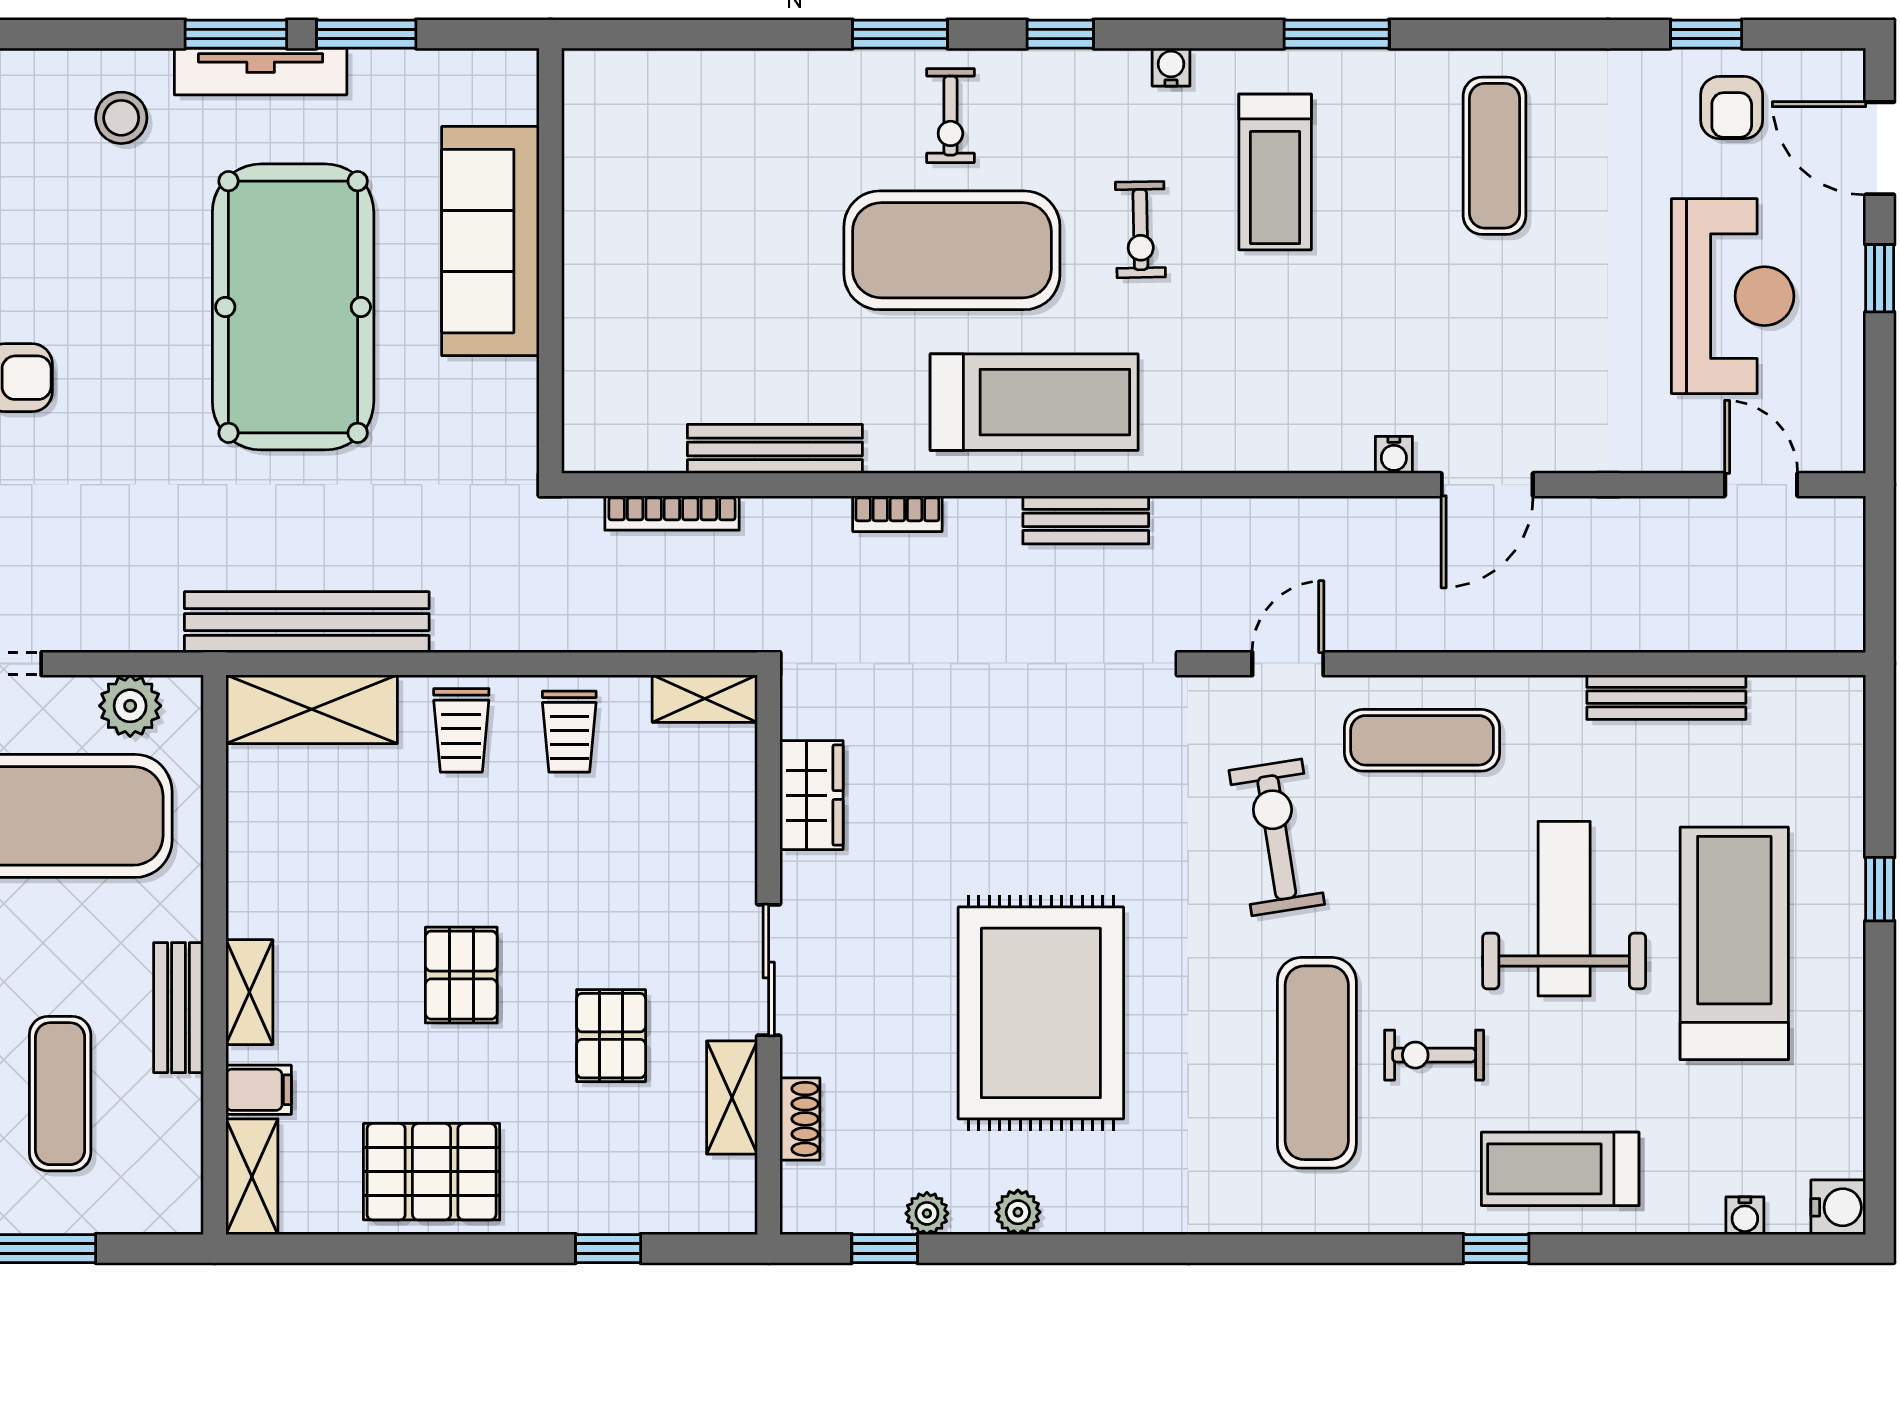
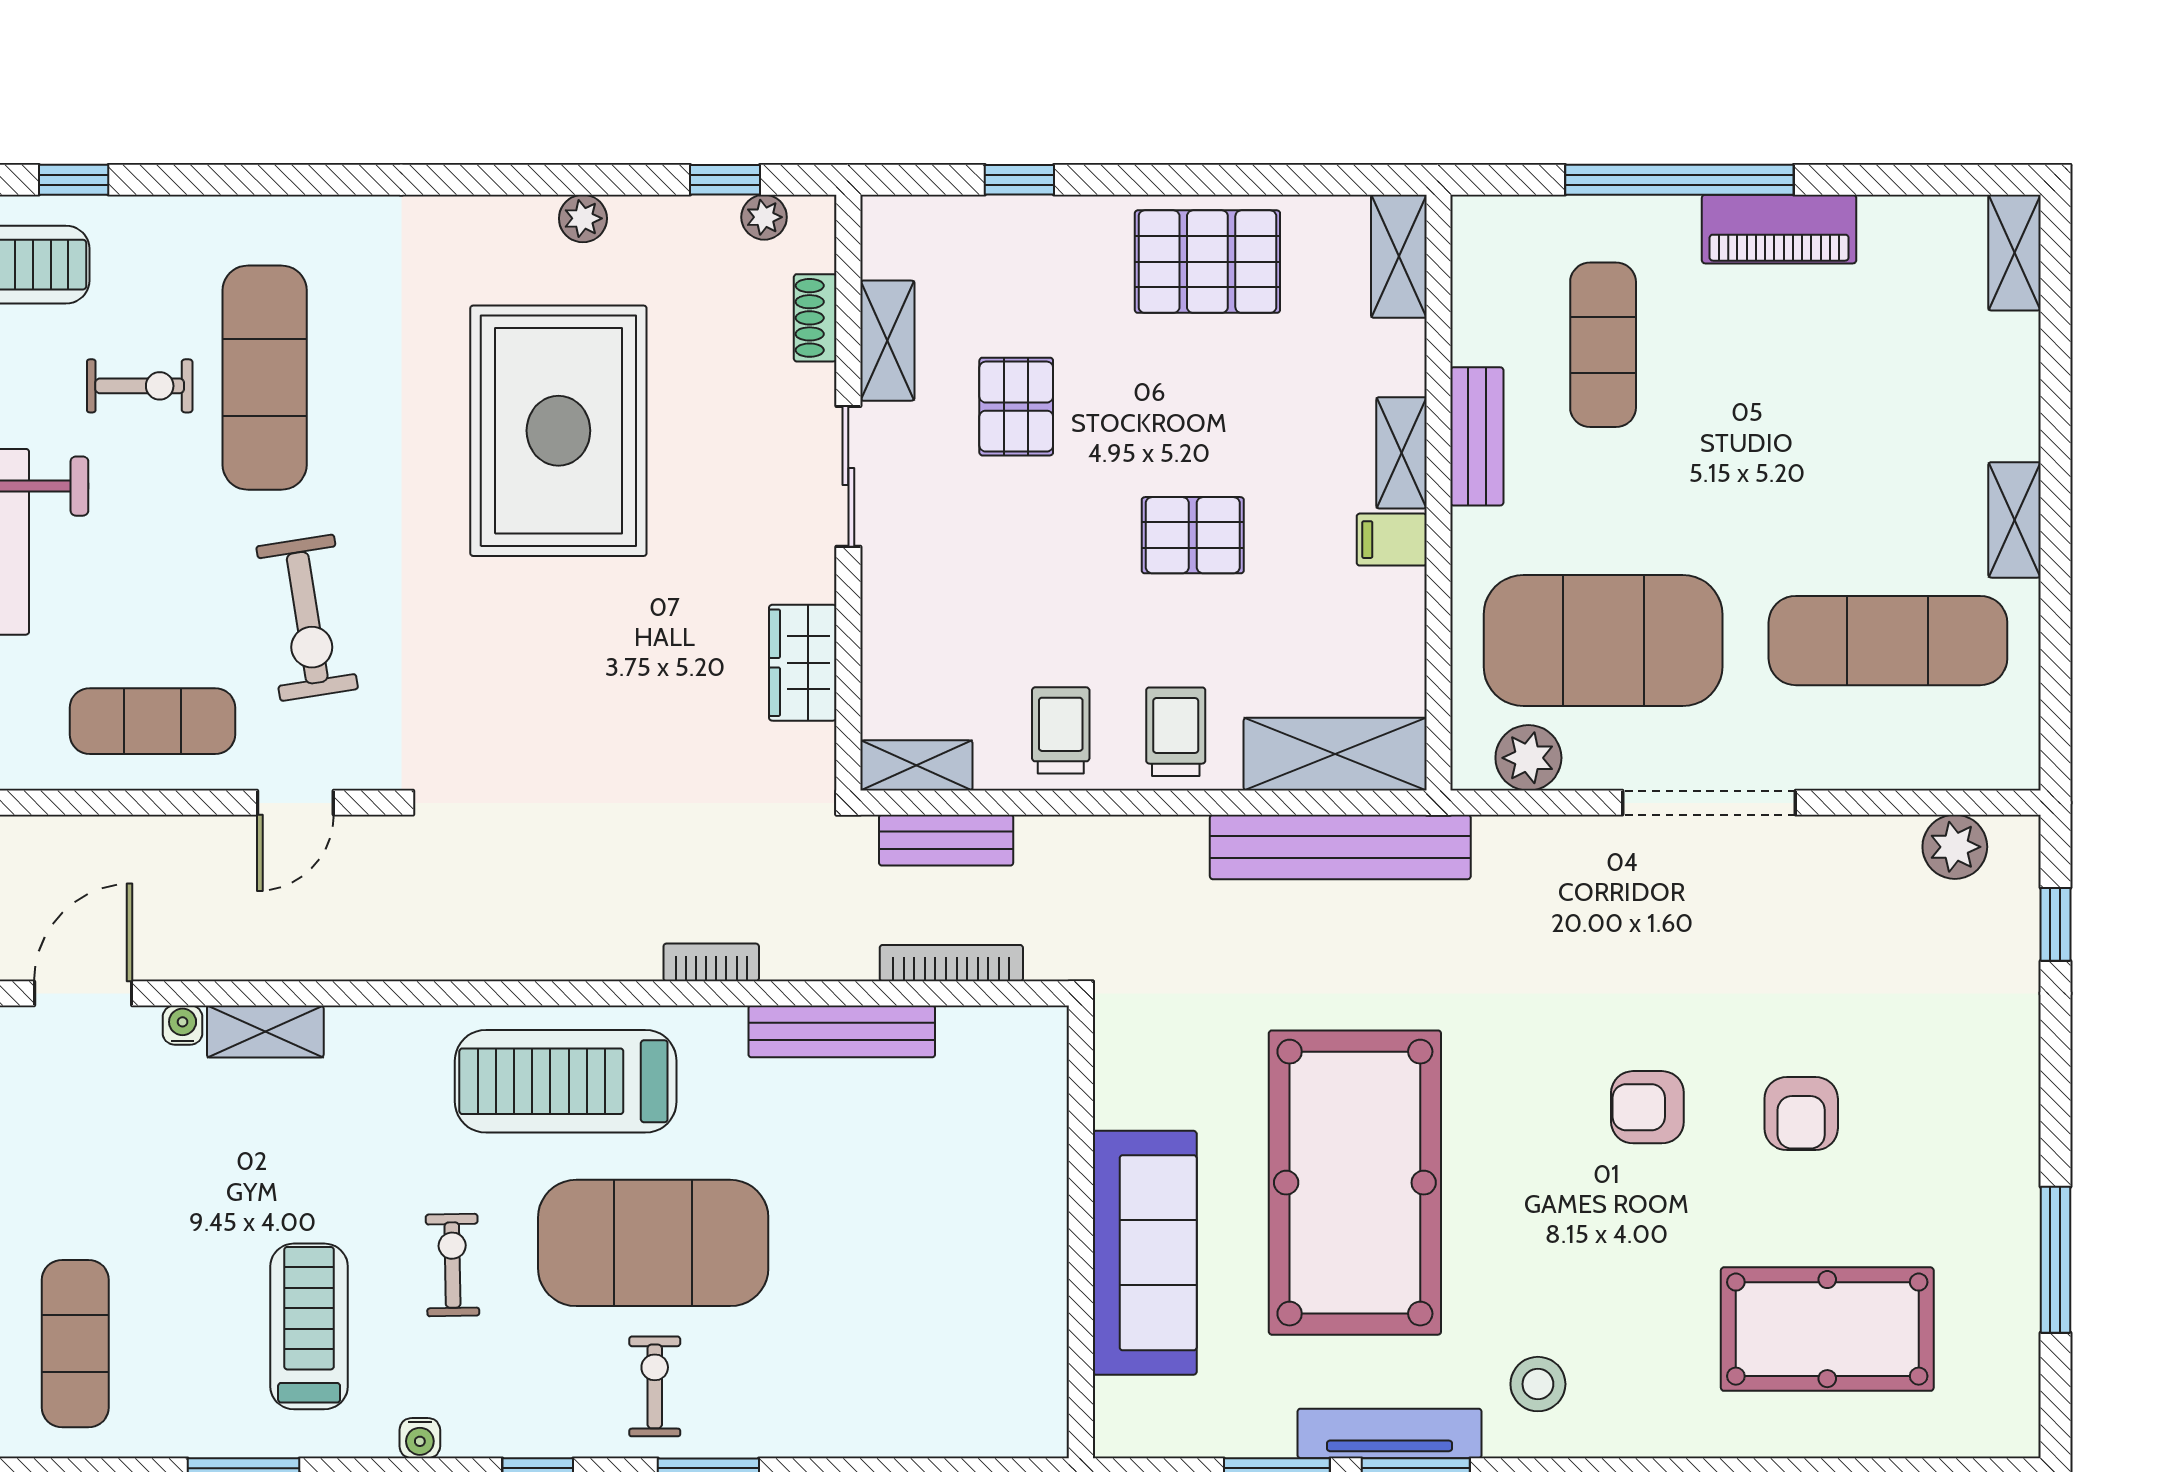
shelving: (1316, 449) -> (265, 1031), added
bench: (1086, 520) -> (946, 840), moved
pallet: (461, 975) -> (1193, 535), moved, turned 90
filing cabinet: (259, 1090) -> (1392, 540), moved
plant: (927, 1213) -> (764, 217), moved

